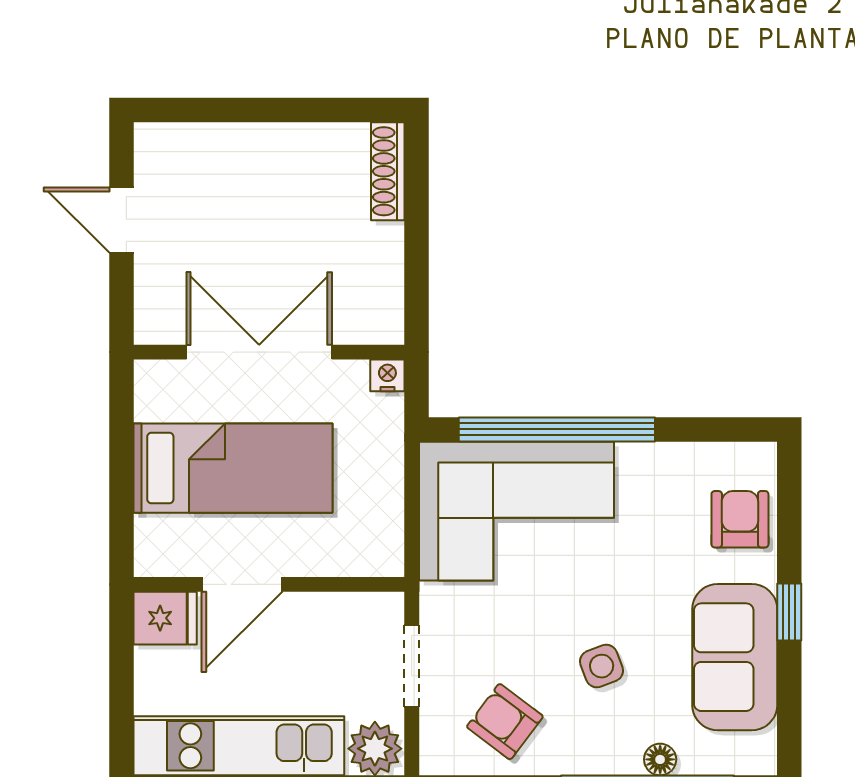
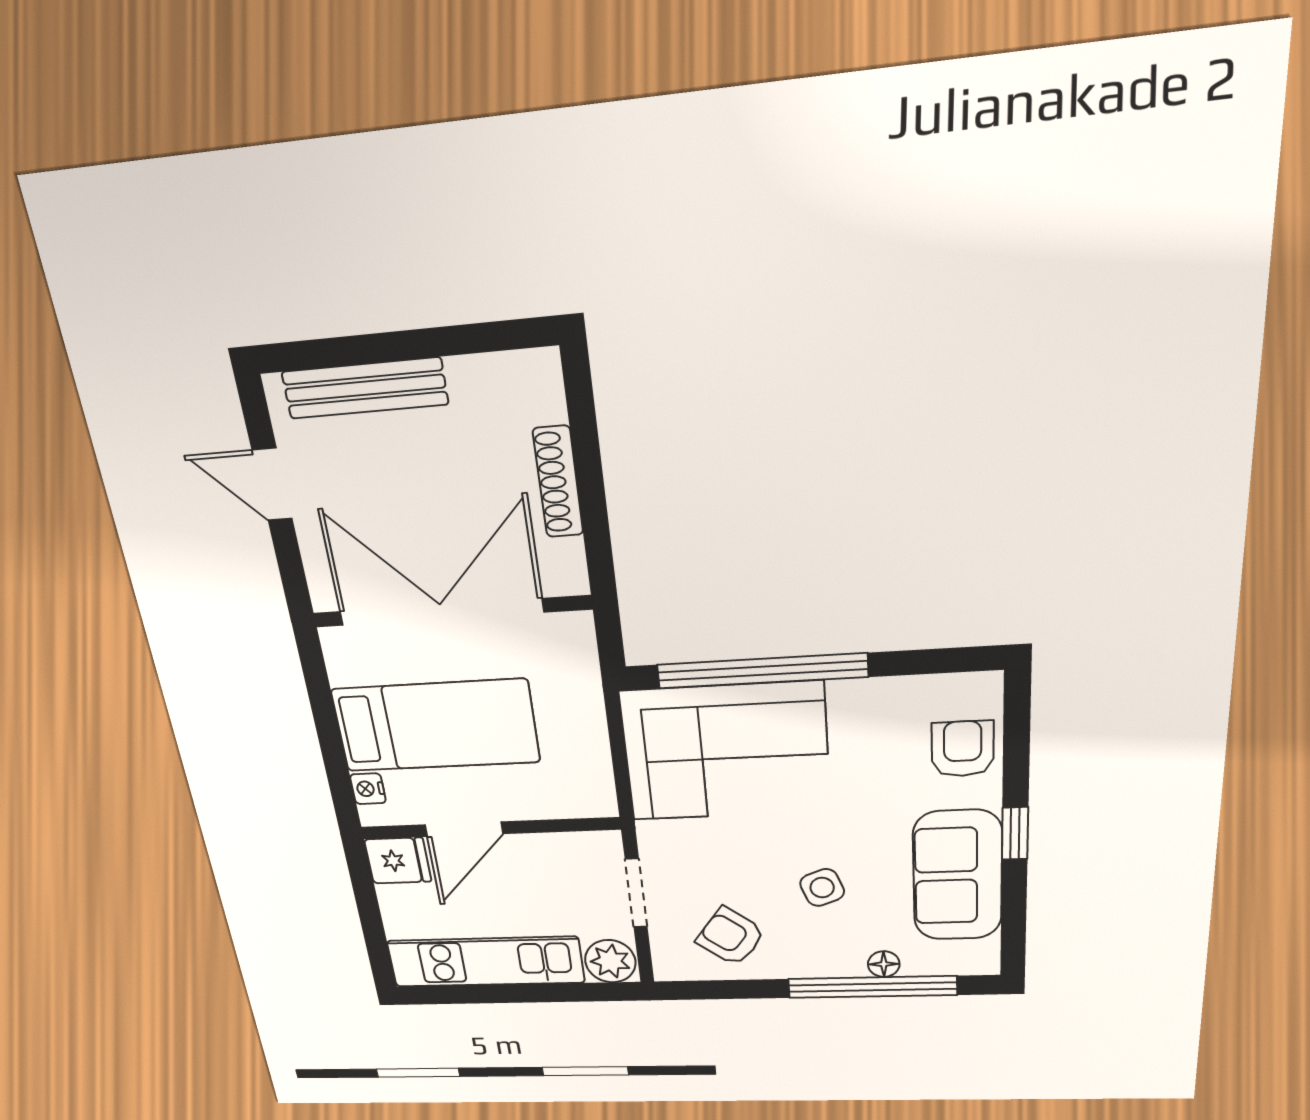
bench: (226, 143) -> (365, 388), added
shoe rack: (388, 171) -> (558, 482), moved
double door: (259, 352) -> (441, 612), width x1.36
nightstand: (387, 375) -> (368, 789), moved, turned -90

